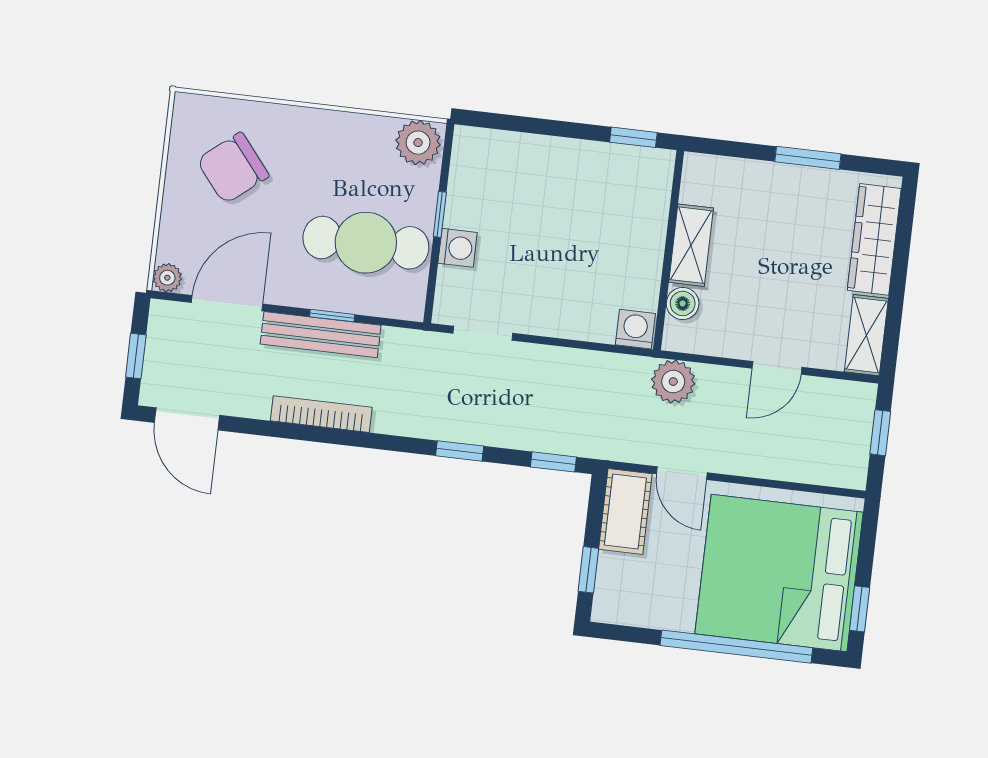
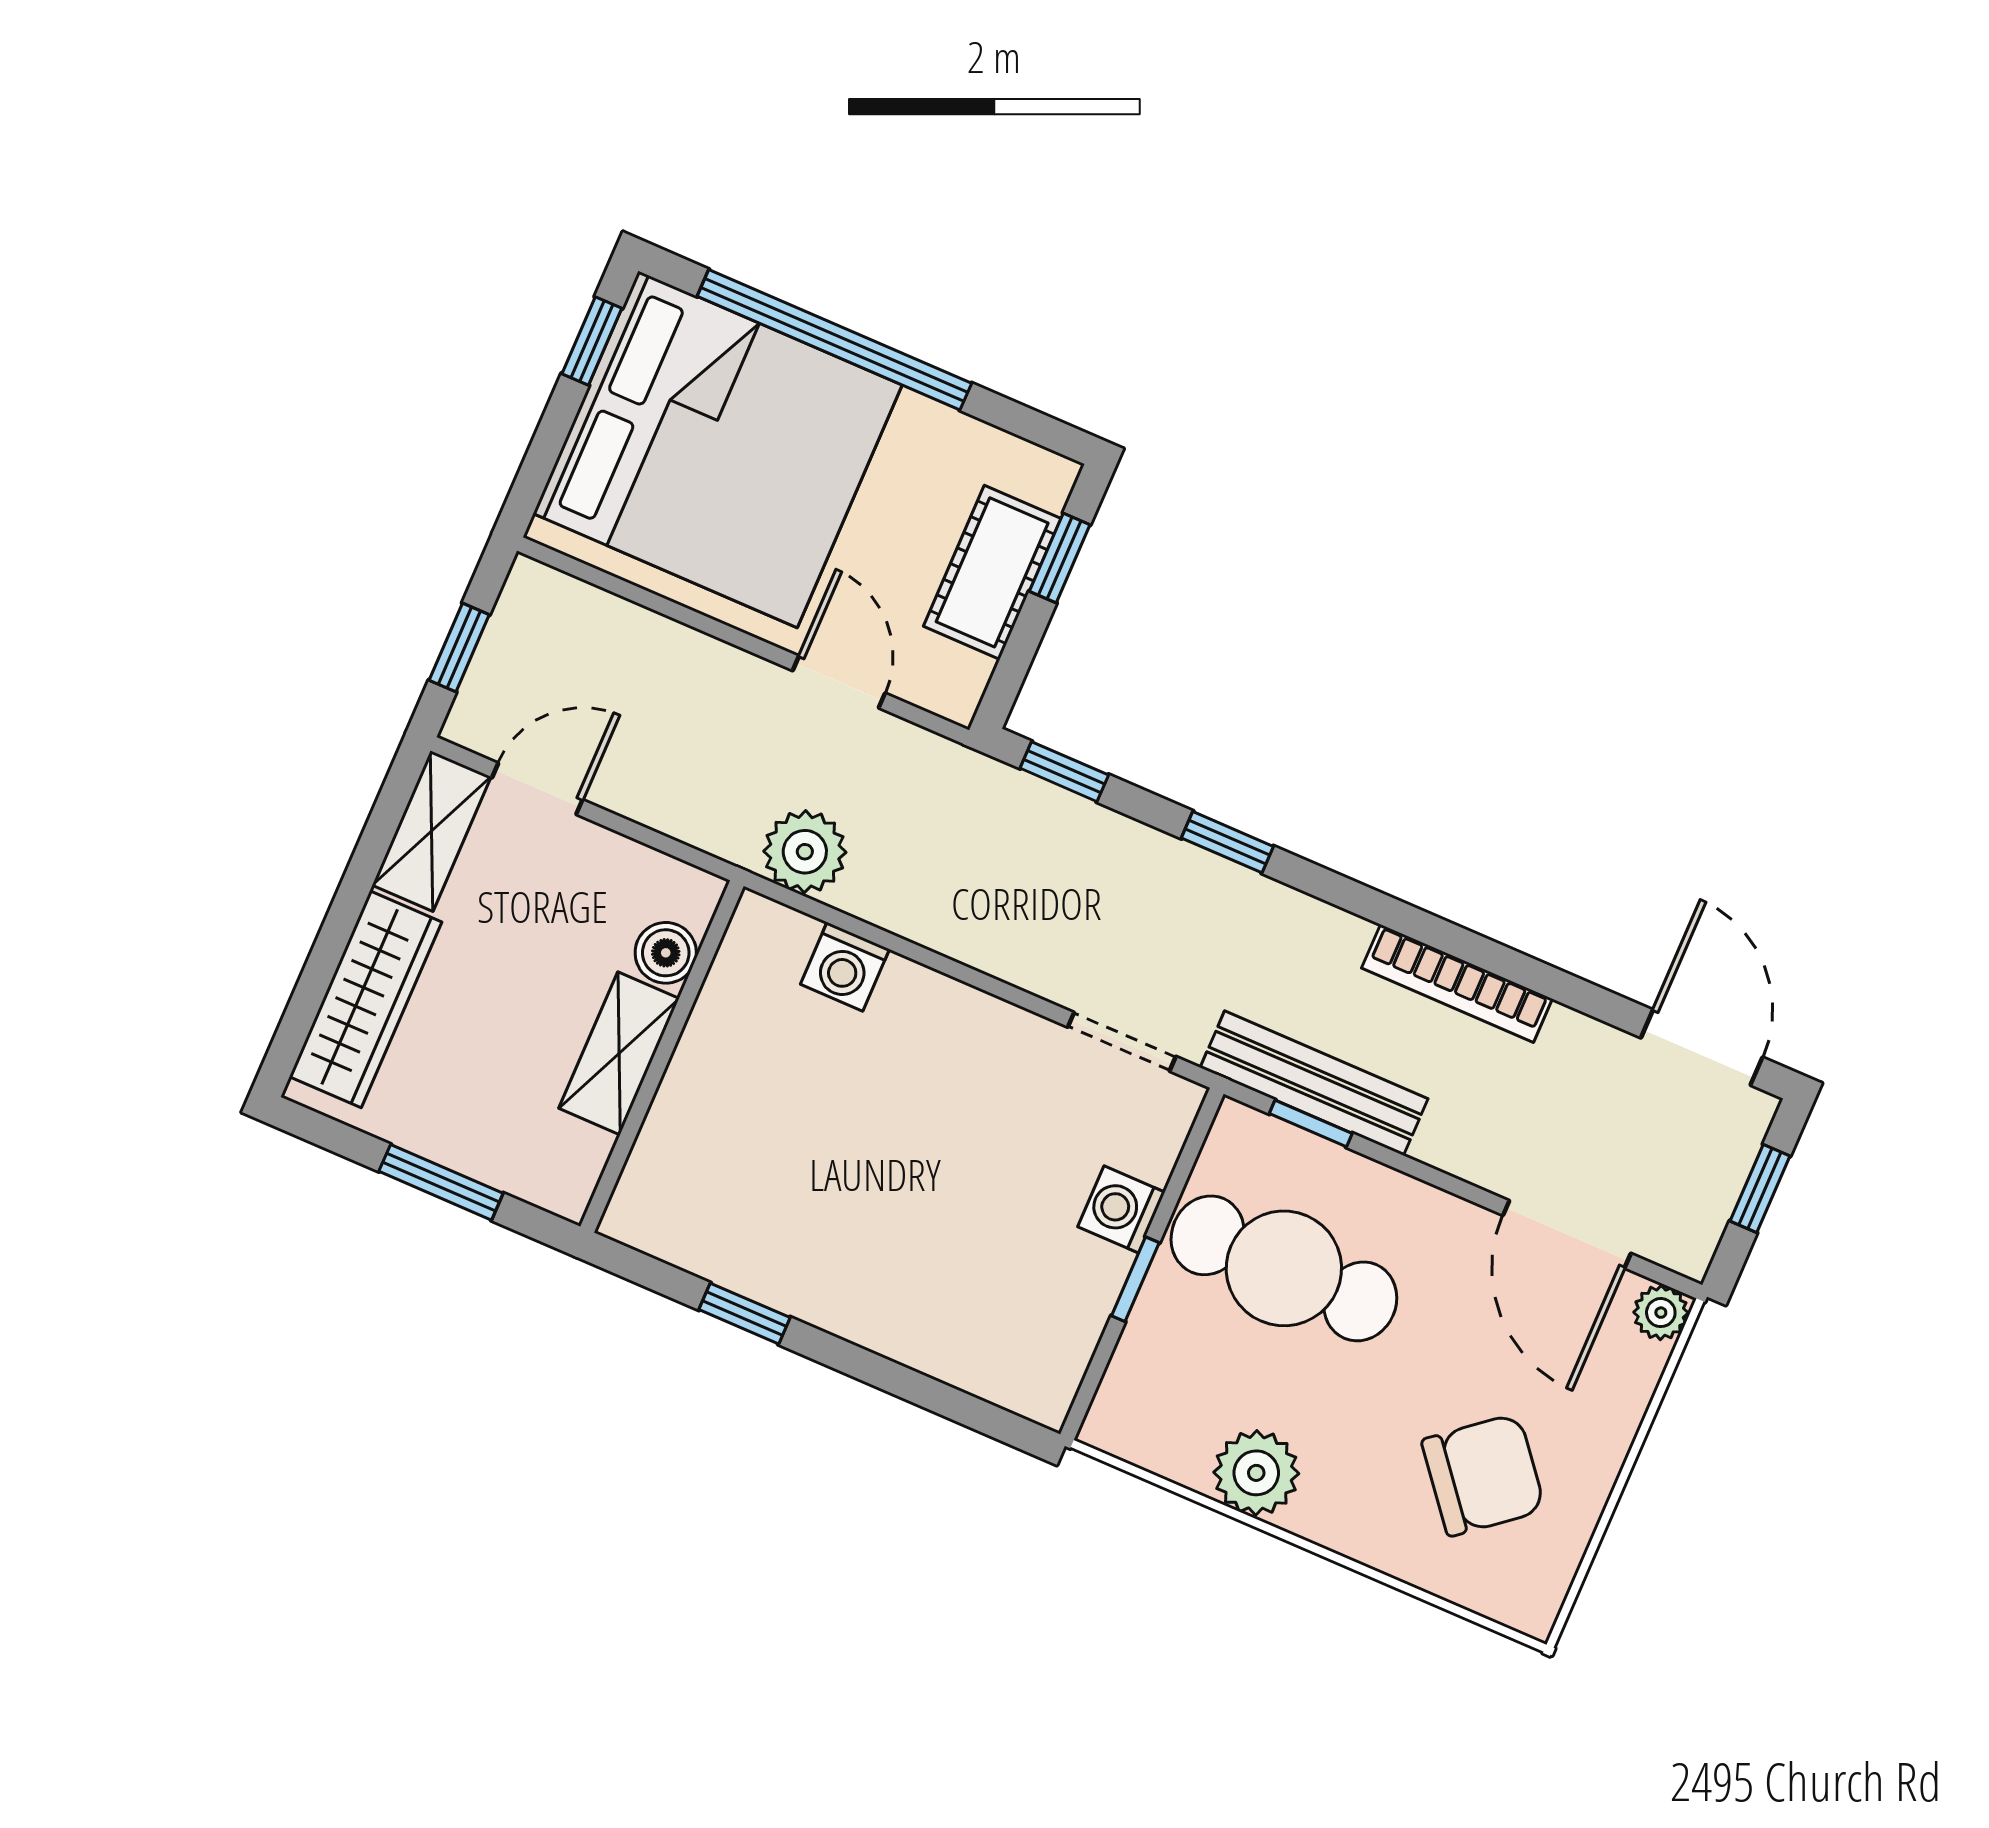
plant: (418, 143) -> (1256, 1473), moved
shelving: (691, 245) -> (619, 1053), moved
wall: (669, 250) -> (662, 1056), moved
door: (227, 303) -> (1567, 1234), hinge flipped
boiler: (683, 303) -> (666, 953), moved
window: (332, 316) -> (1311, 1123), moved
bench: (321, 335) -> (1314, 1083), moved
door: (777, 368) -> (537, 789), moved
cot: (625, 512) -> (992, 572), moved

